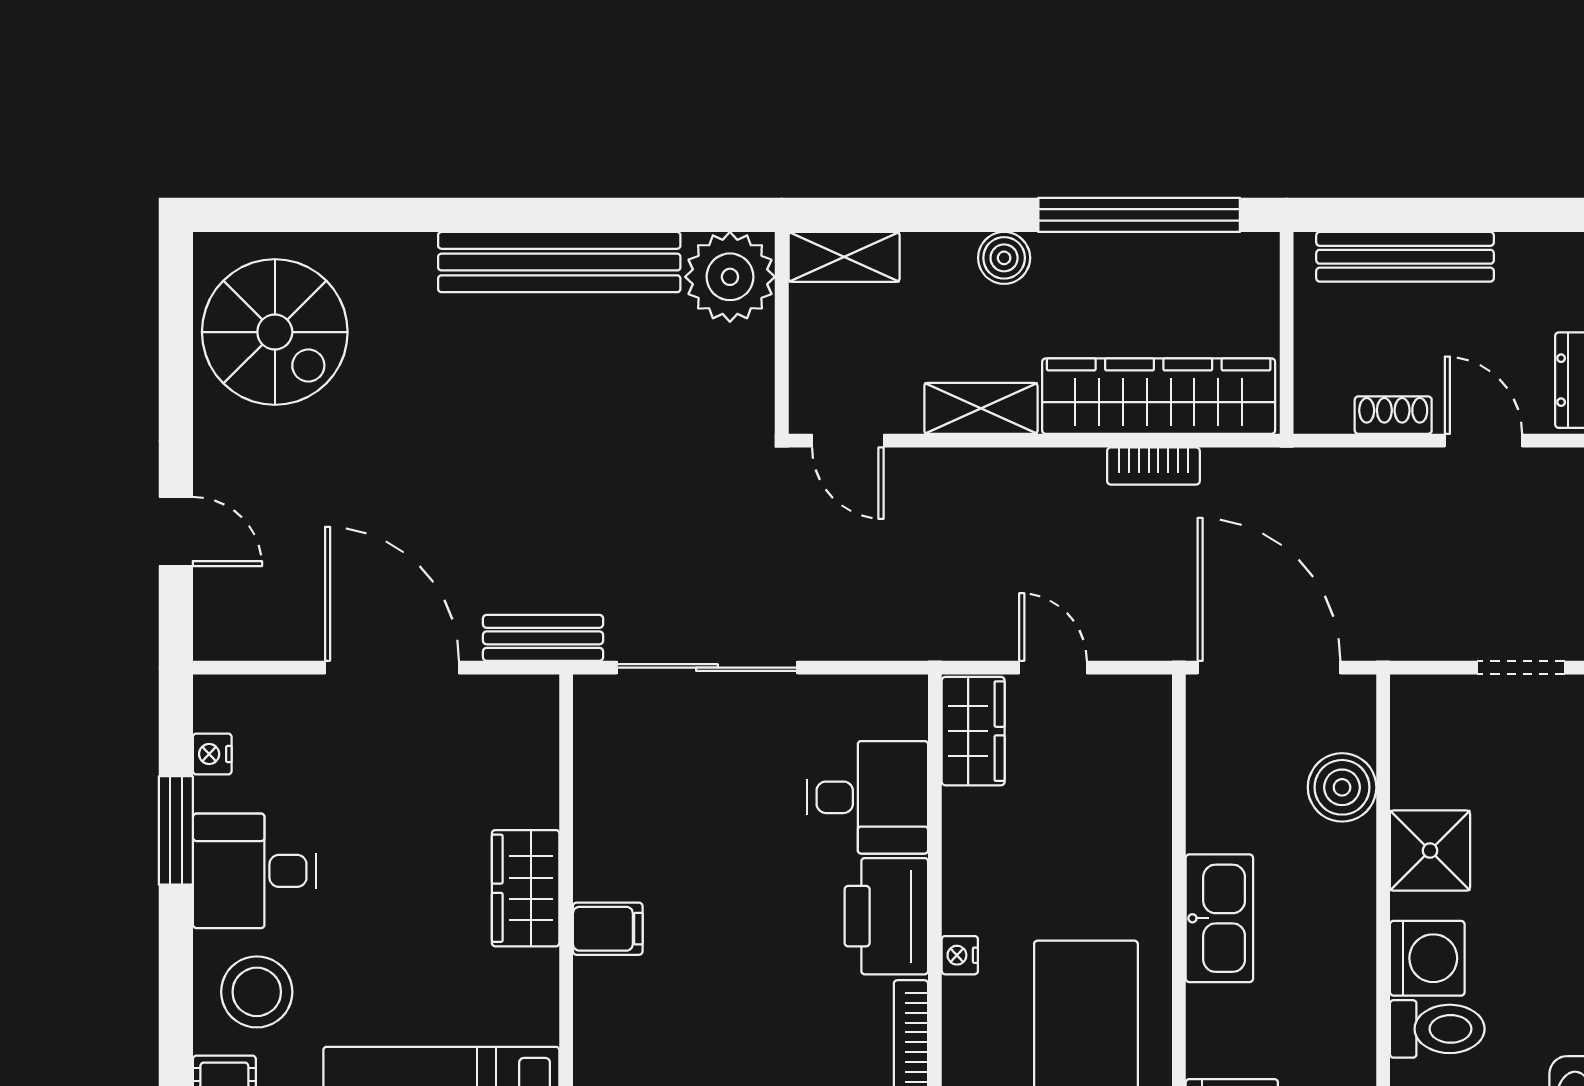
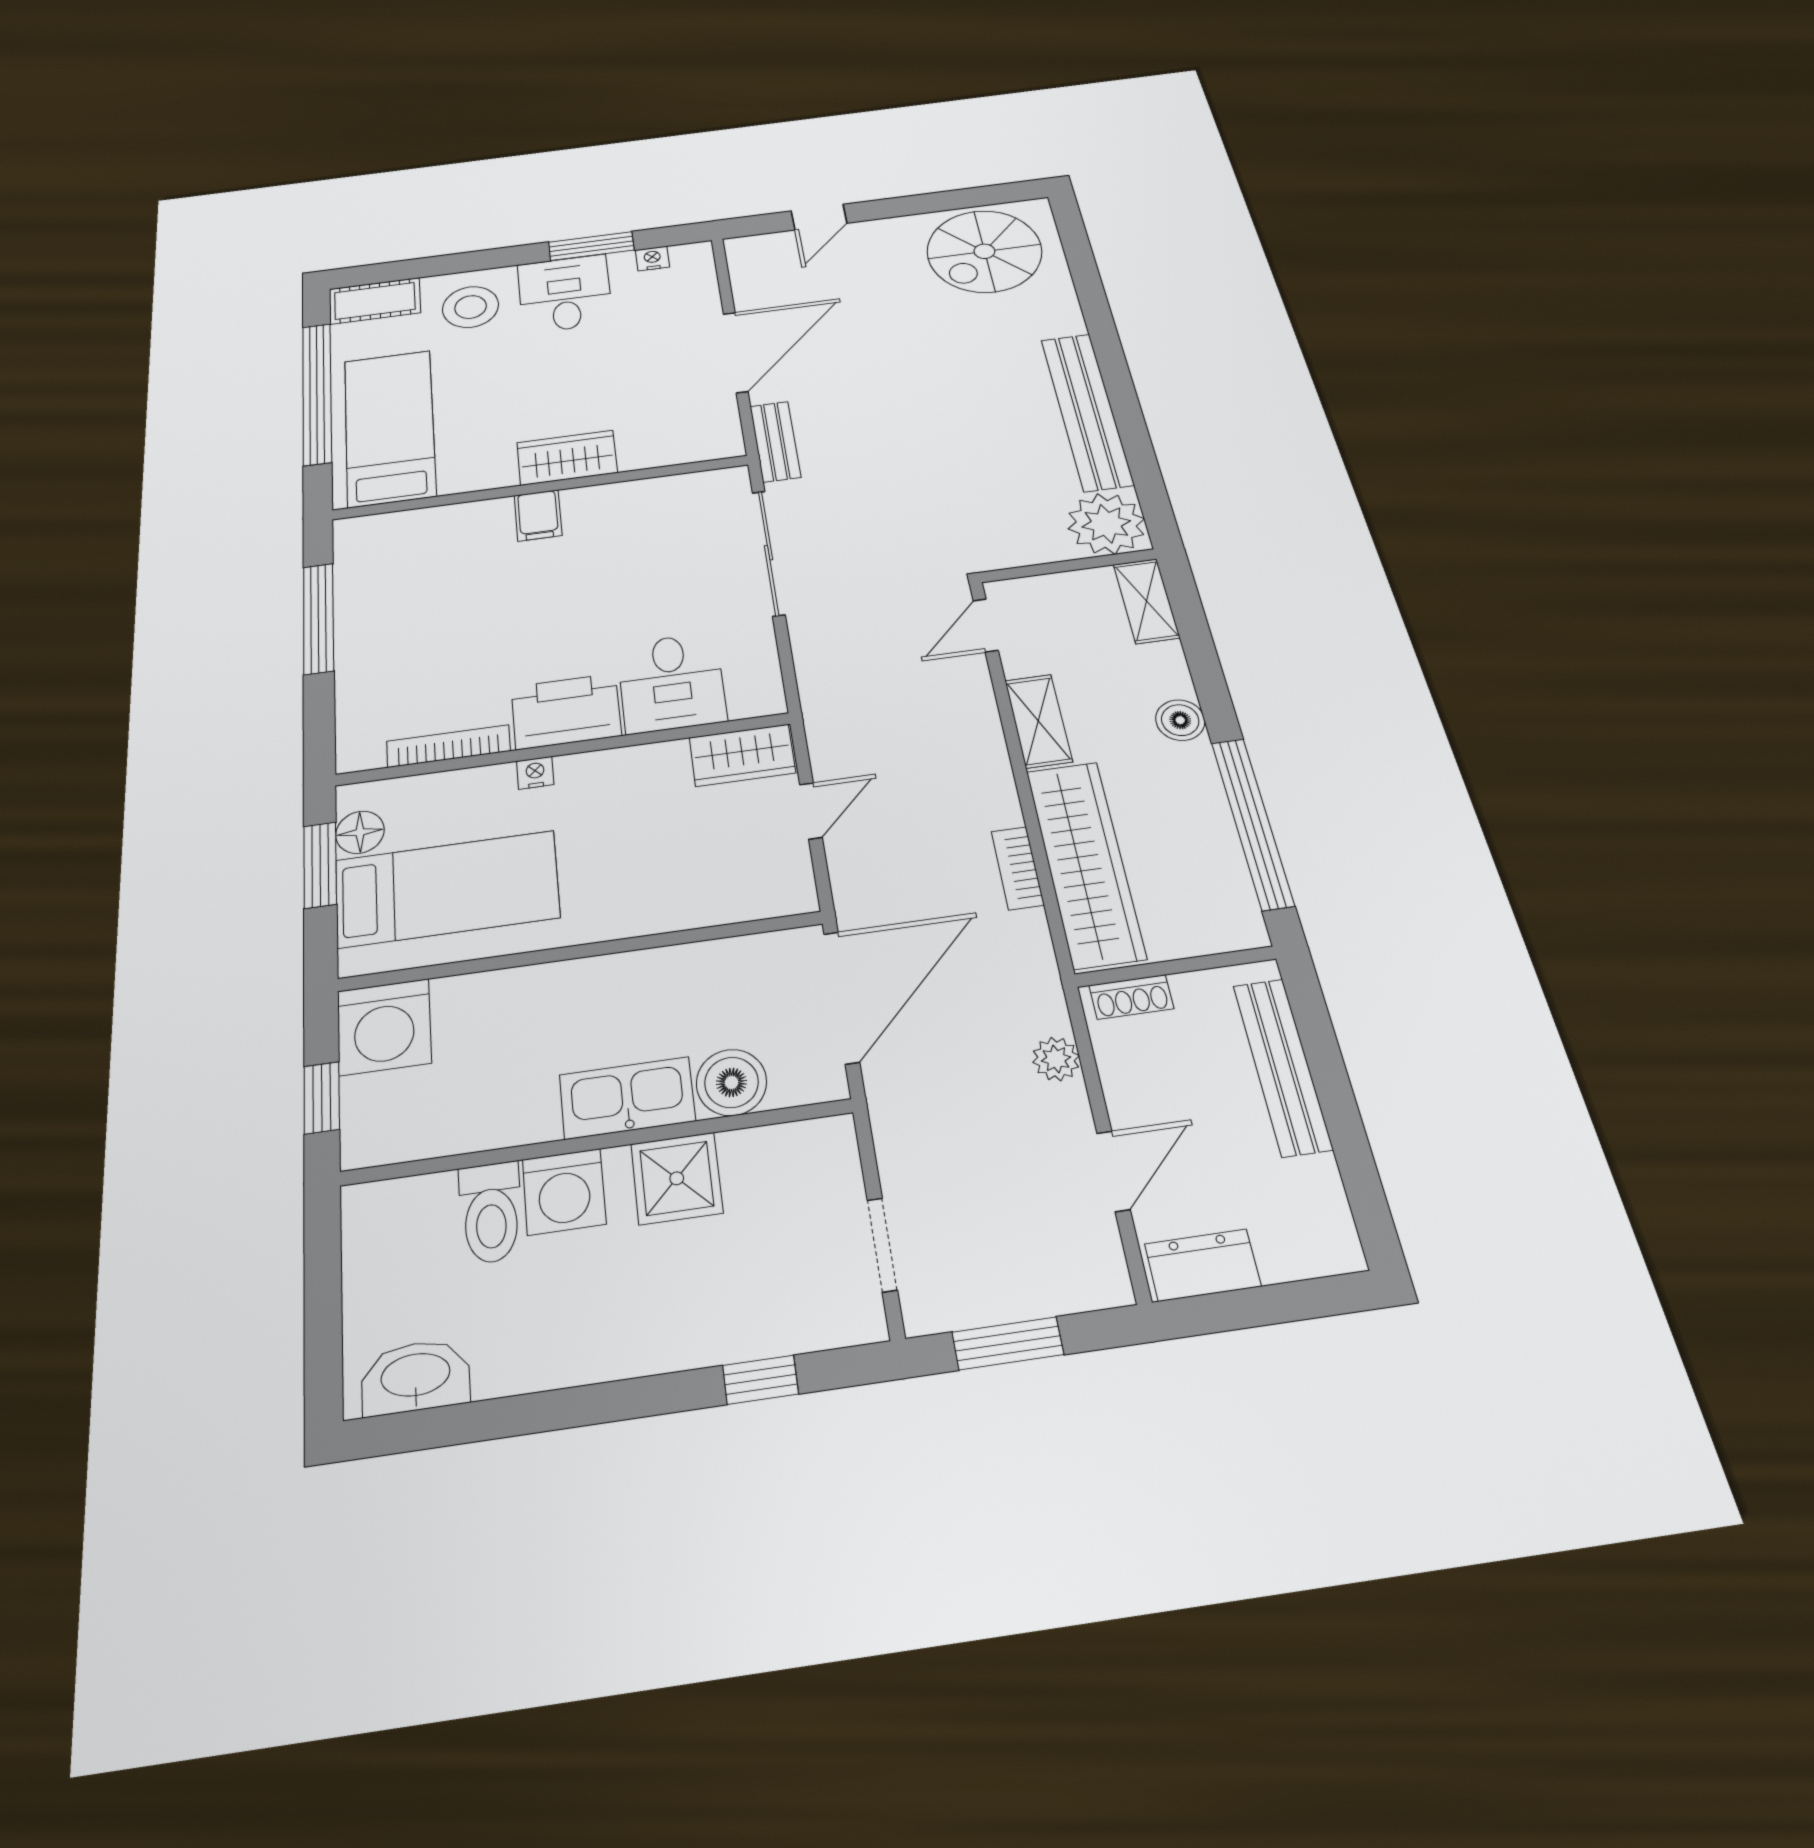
shoe rack: (1393, 415) -> (1131, 997), moved, turned 90
plant: (1365, 471) -> (1056, 1059), added
kitchen sink: (1219, 918) -> (627, 1098), moved, turned 180

